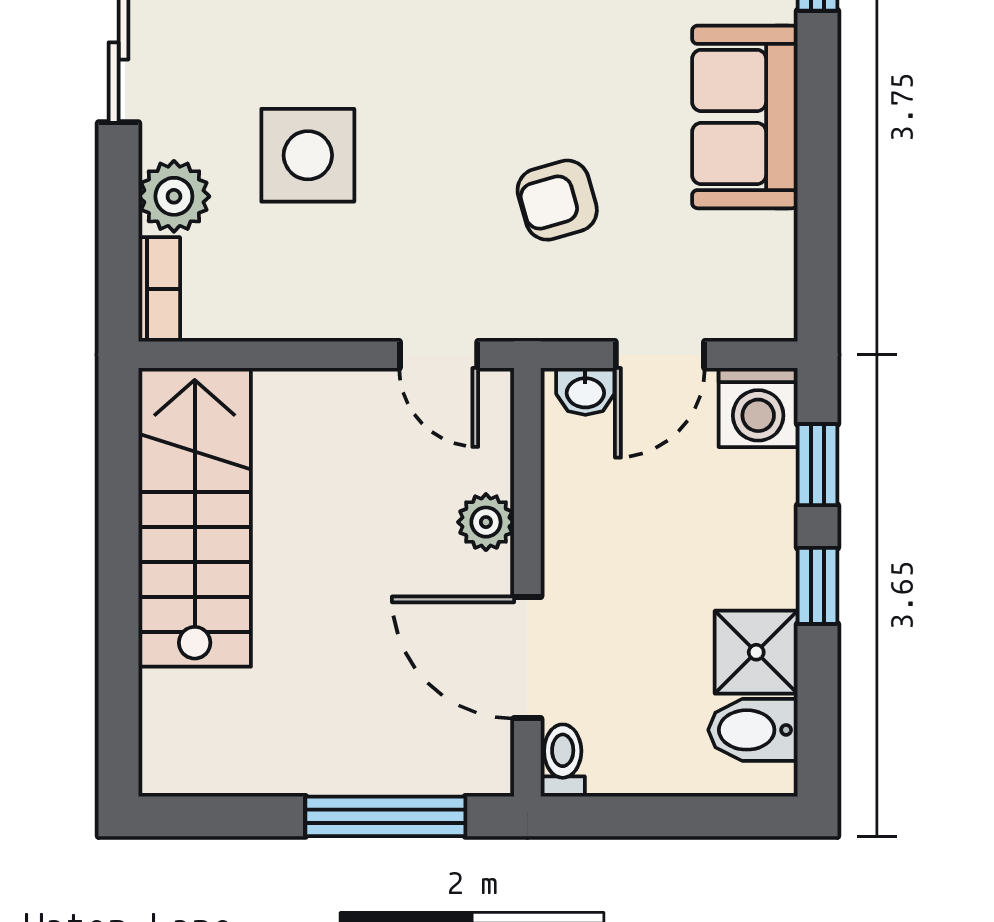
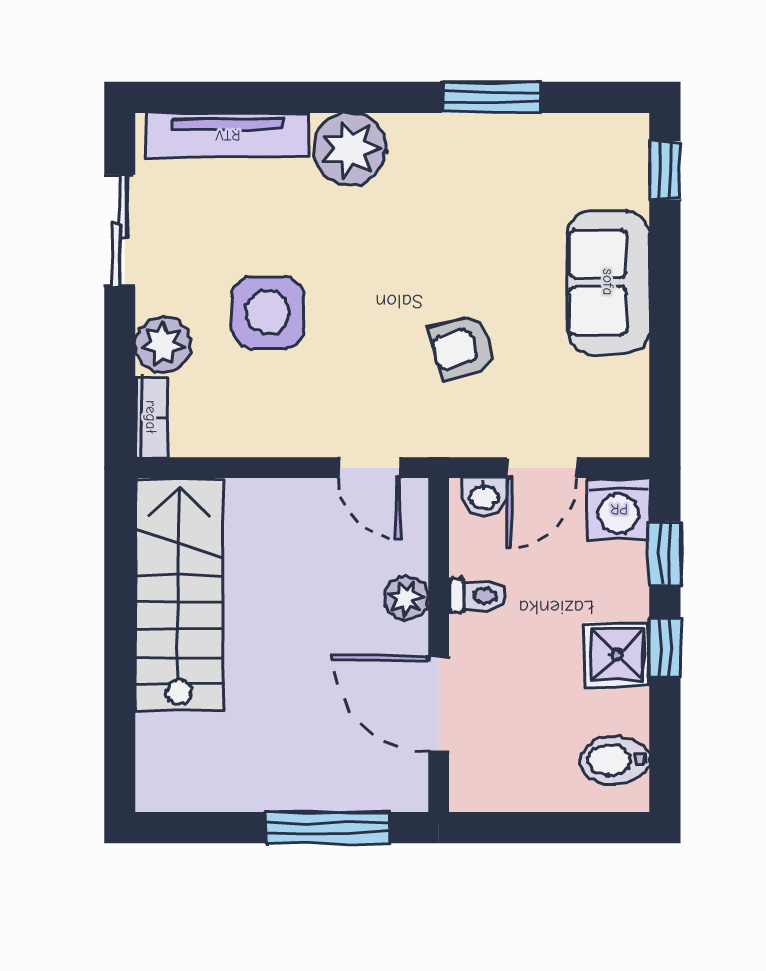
shower: (756, 652) -> (617, 655), moved
toilet: (563, 760) -> (477, 596), moved, turned 90

